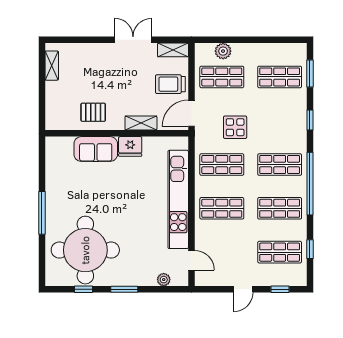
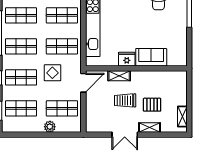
shelving: (173, 50) -> (150, 127), moved
plant: (223, 51) -> (50, 127), moved
trolley: (170, 84) -> (125, 100), moved, turned 180
pallet: (93, 112) -> (152, 105), moved
shop shelf: (280, 121) -> (21, 77), added

